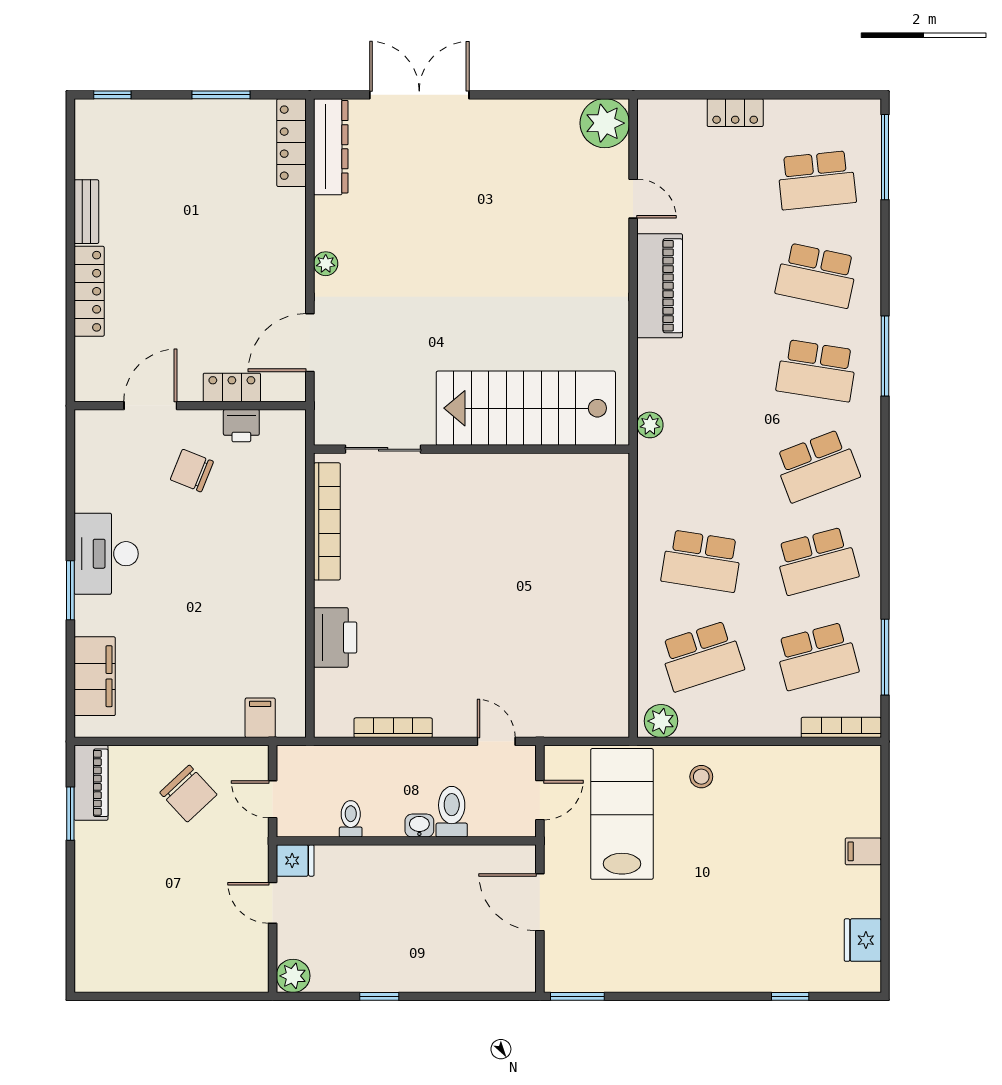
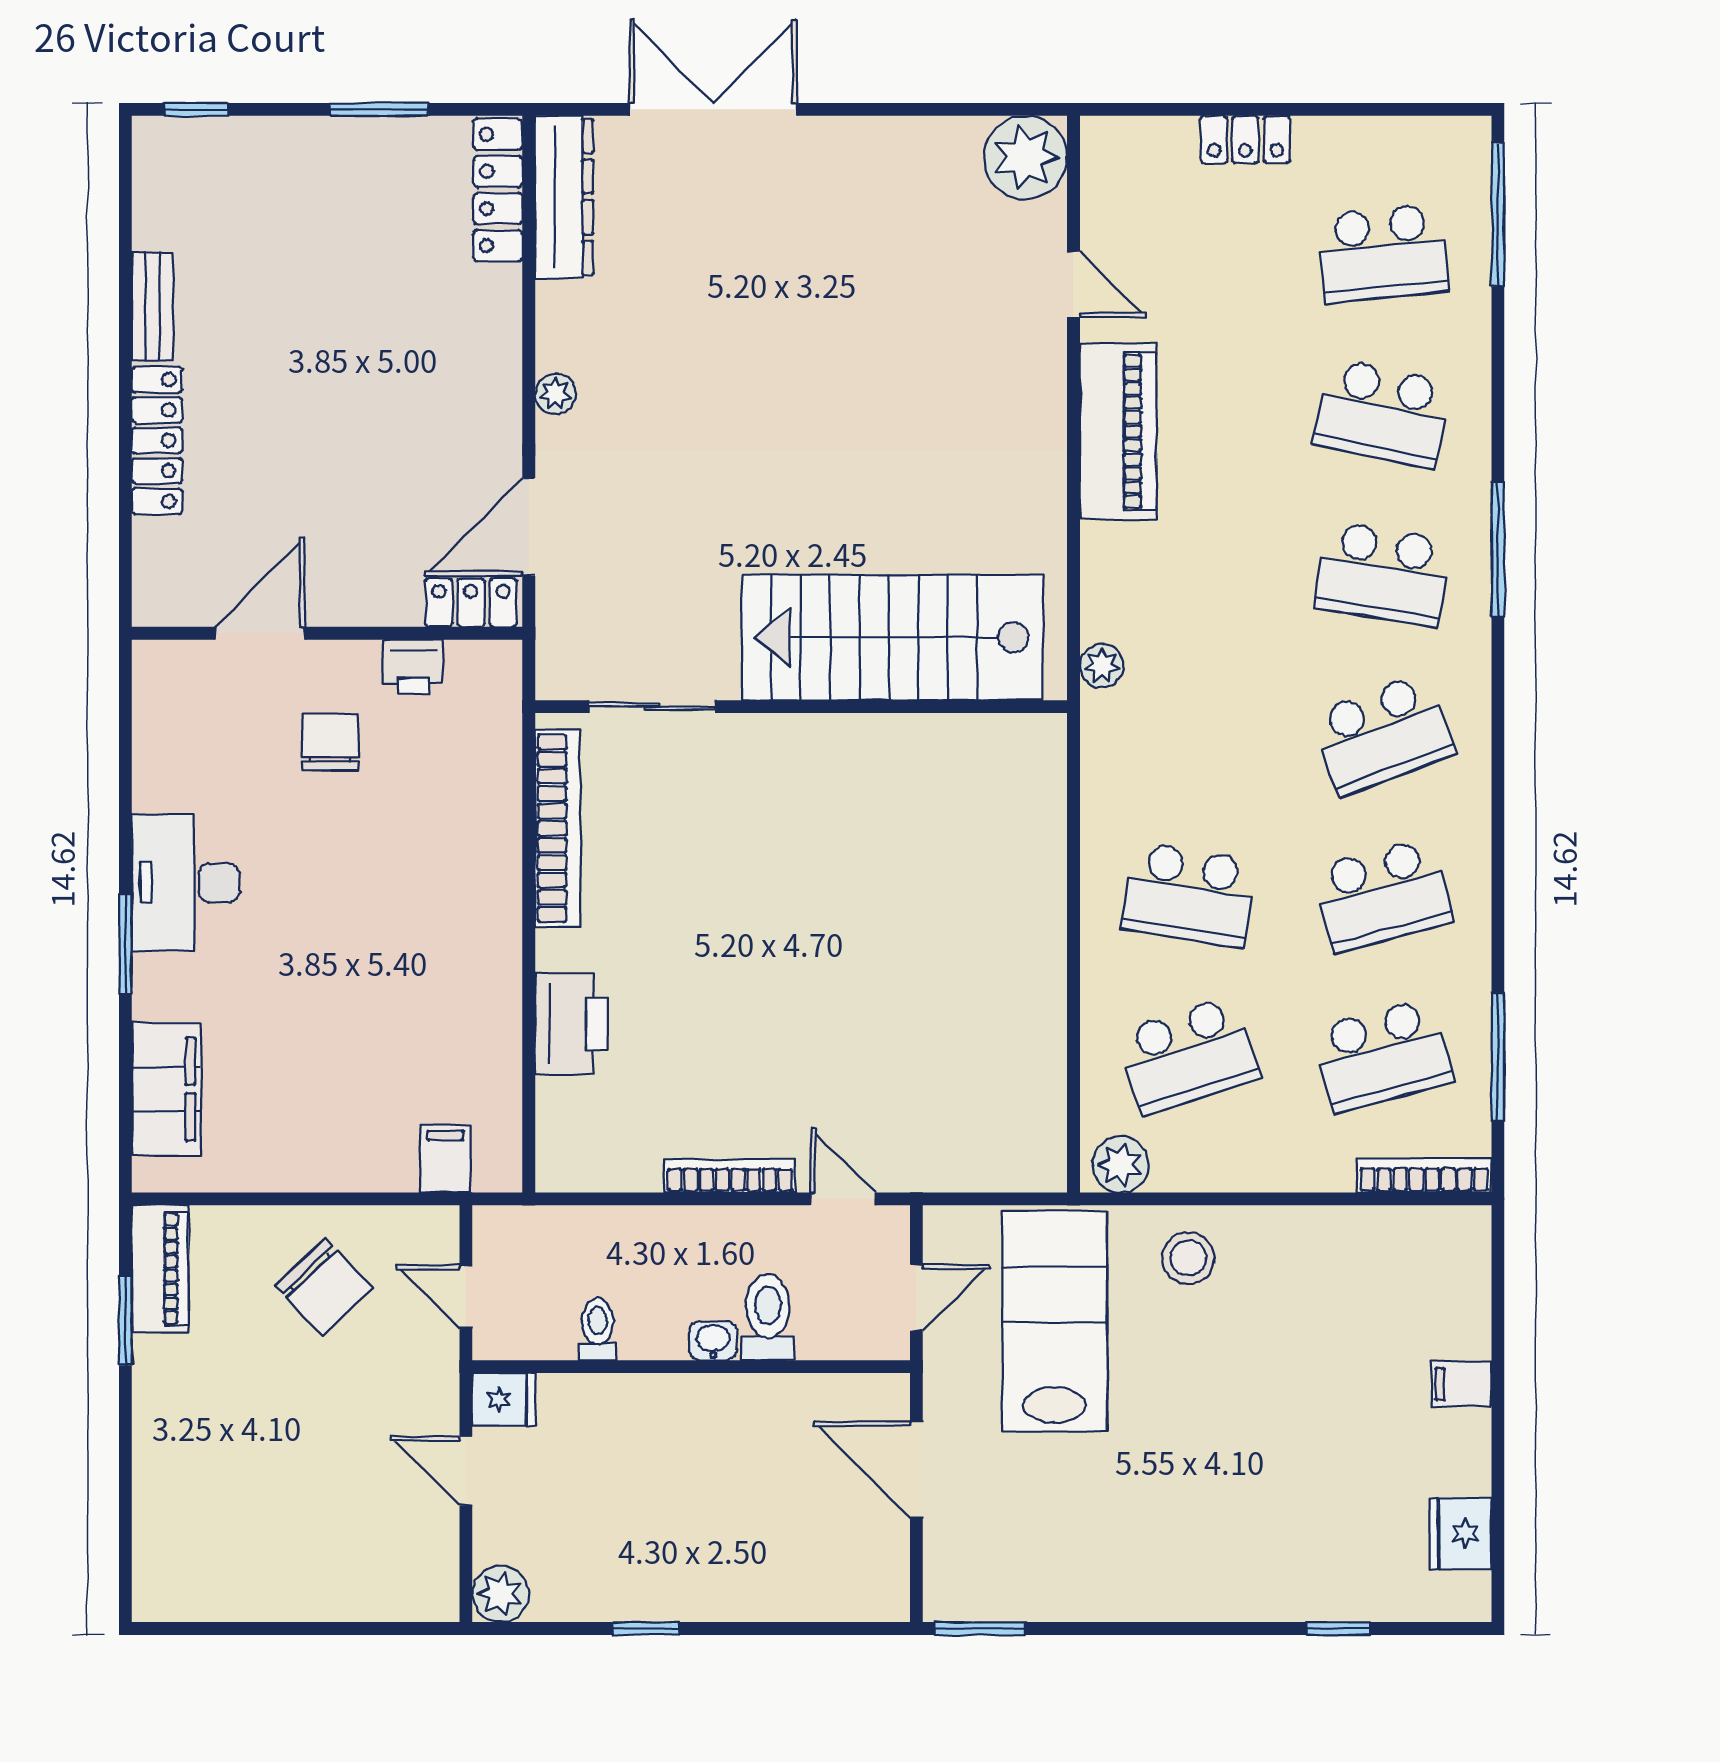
locker: (232, 388) -> (471, 603), moved
chair: (192, 471) -> (330, 743), turned 68
bookcase: (393, 728) -> (730, 1176), moved
stool: (701, 777) -> (1188, 1258), width x1.37, depth x1.37

